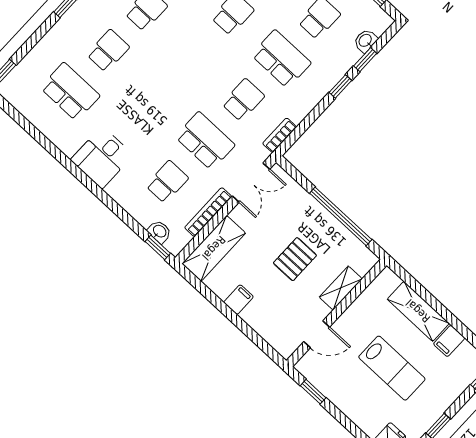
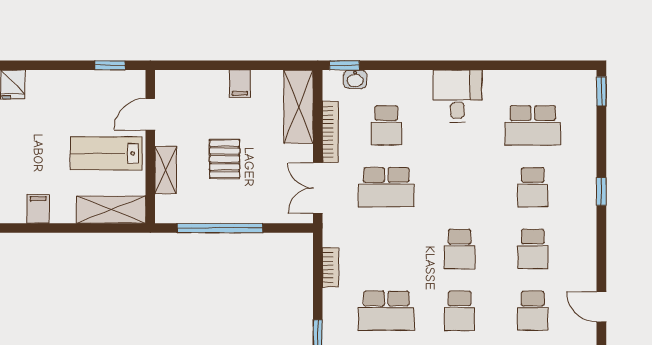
school desk: (243, 100) -> (460, 249), moved
bookcase: (280, 135) -> (330, 267), moved
shelving: (418, 311) -> (111, 210), moved
lab bench: (392, 368) -> (106, 153), moved

